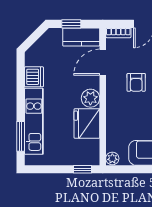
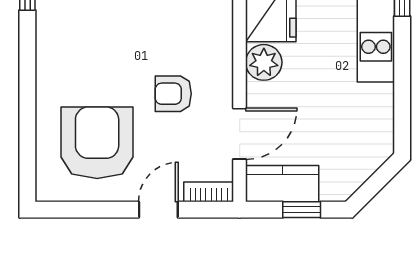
dishwasher: (34, 77) -> (376, 105), removed
armchair: (136, 82) -> (173, 94), turned -90

